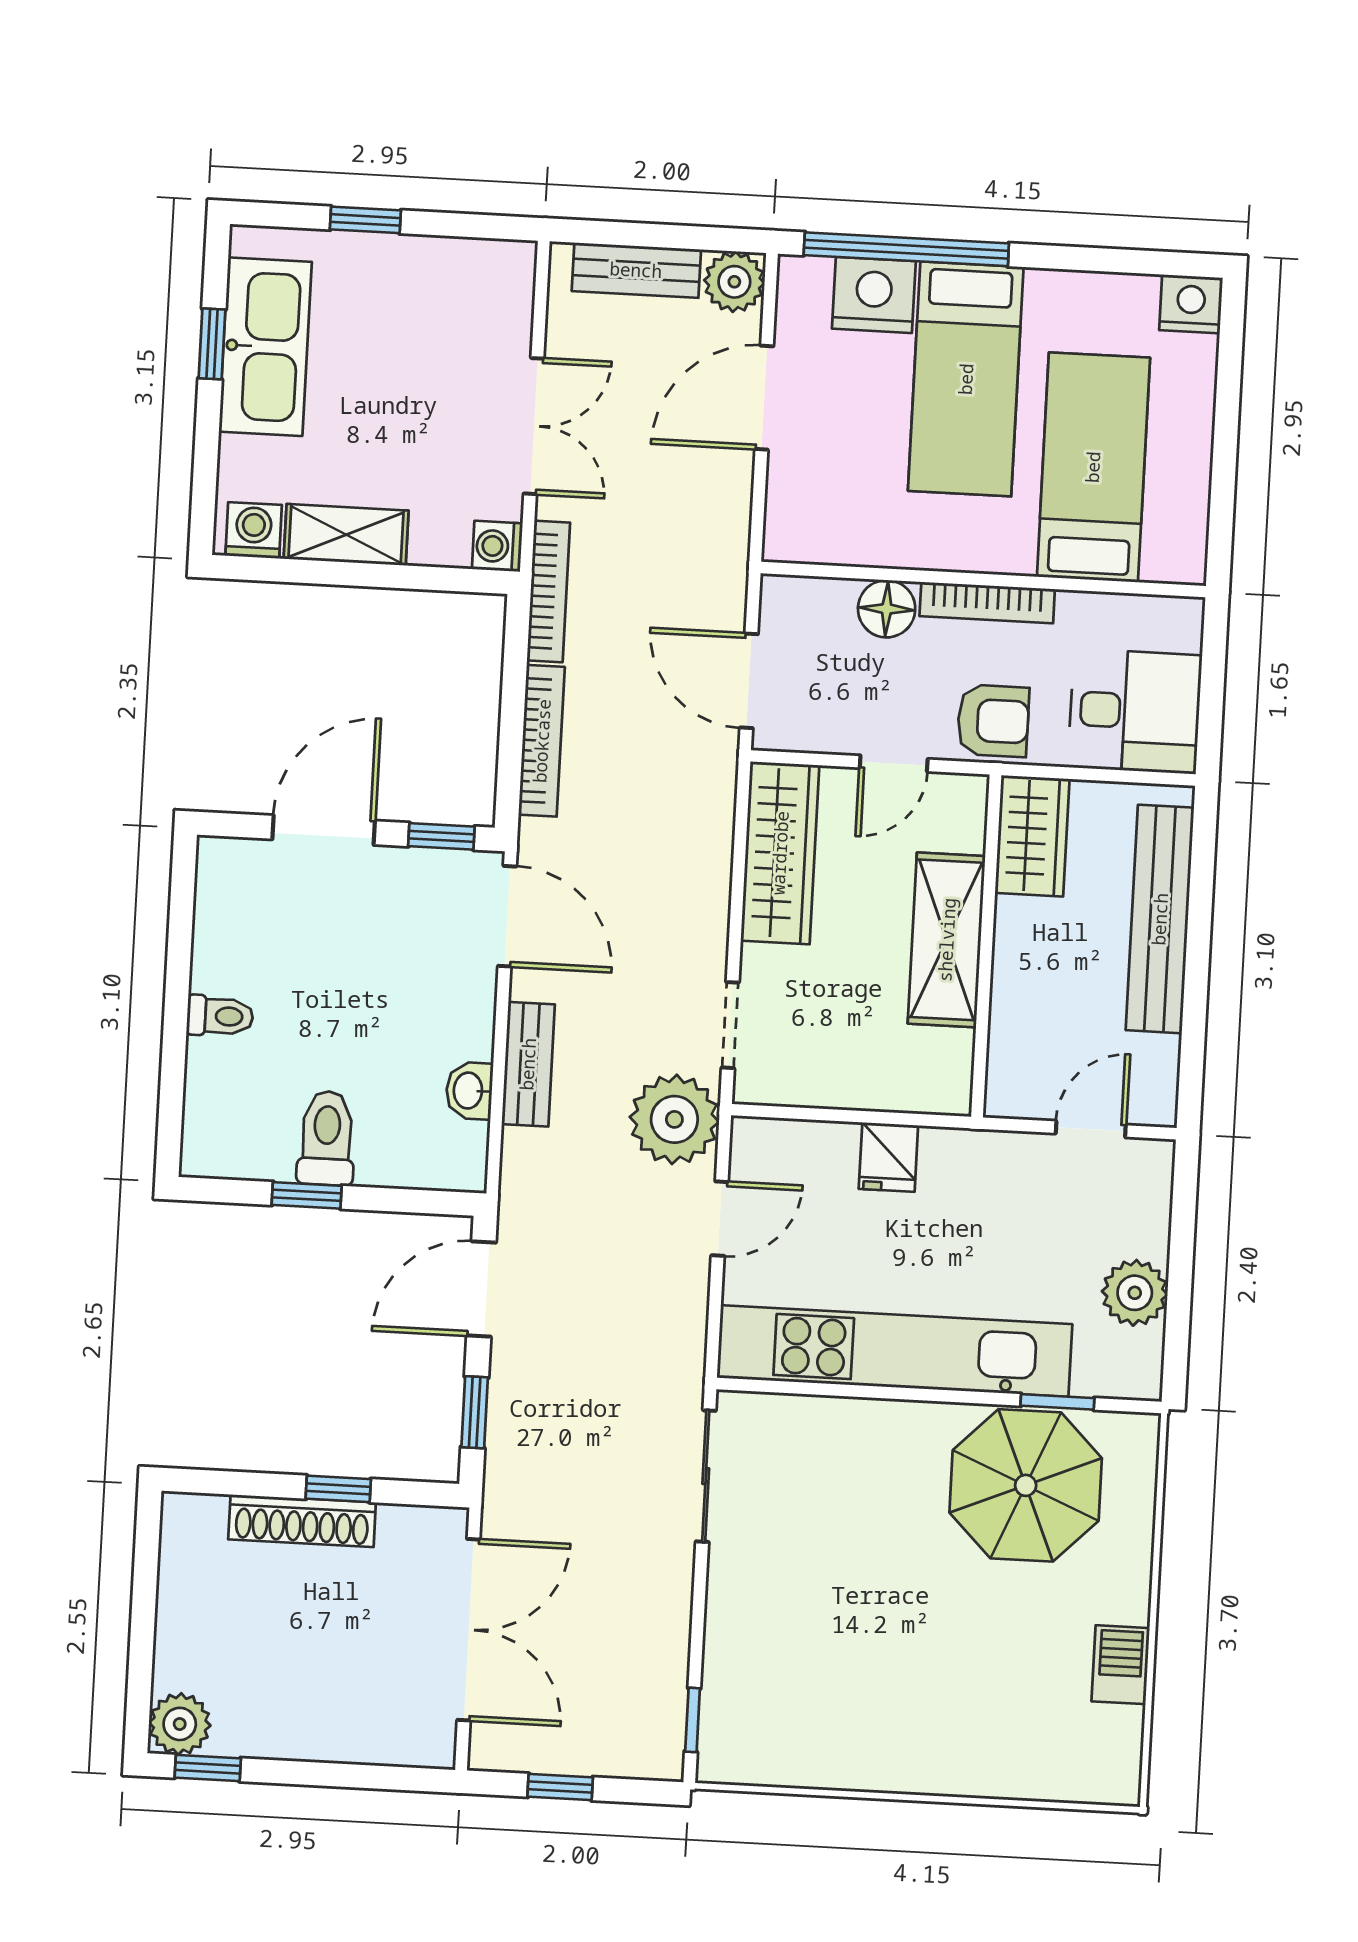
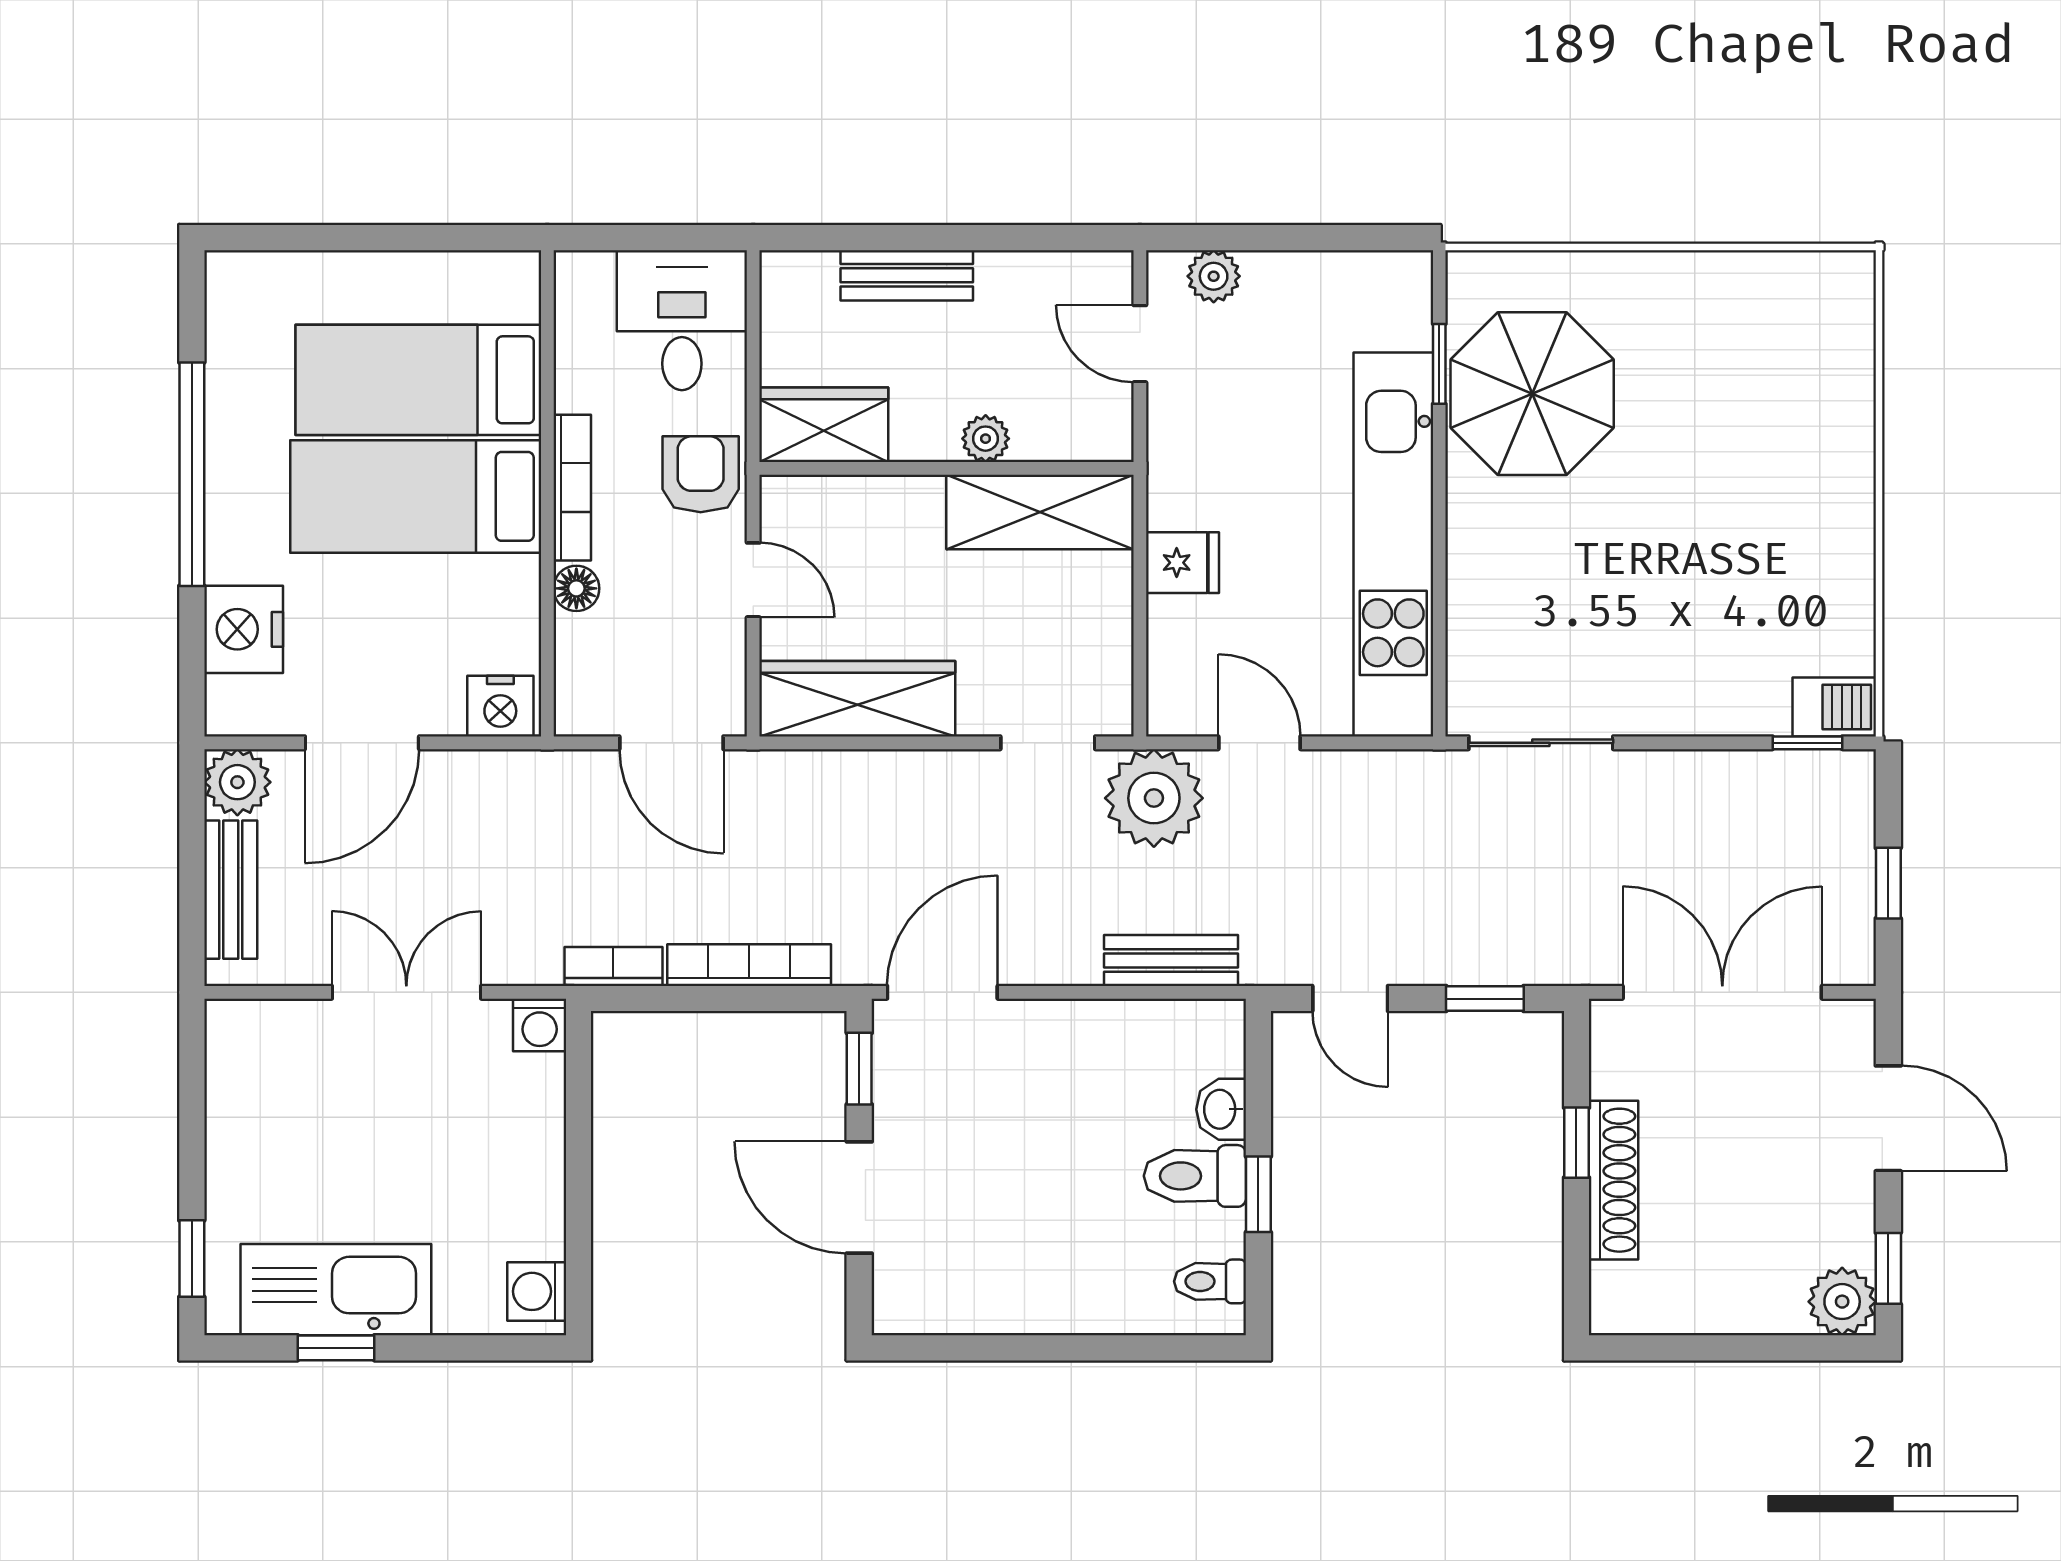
window: (365, 220) -> (192, 1259), moved
window: (906, 249) -> (192, 474), moved
nightstand: (1191, 304) -> (500, 706), moved, turned -90
bed: (966, 379) -> (416, 496), moved, turned 180
door: (764, 398) -> (362, 743), hinge flipped
shelving: (346, 535) -> (536, 1190), removed
bookcase: (548, 591) -> (613, 966), width x0.64
floor lamp: (887, 609) -> (576, 588), width x0.73, depth x0.73
door: (749, 681) -> (671, 743), hinge flipped
bench: (1160, 919) -> (907, 275), width x0.54, depth x0.82
shelving: (947, 940) -> (1040, 512), moved
plant: (1012, 983) -> (986, 439), added
toilet: (220, 1016) -> (1210, 1281), moved, turned -90
bench: (528, 1064) -> (1171, 961), moved
washbasin: (469, 1091) -> (1221, 1109), moved, turned 90
door: (481, 1289) -> (1350, 999), width x0.73
plant: (1135, 1293) -> (1214, 276), moved, width x0.73, depth x0.73
barbecue: (1121, 1665) -> (1834, 707), moved, turned 180
door: (345, 1775) -> (1888, 1118), added

